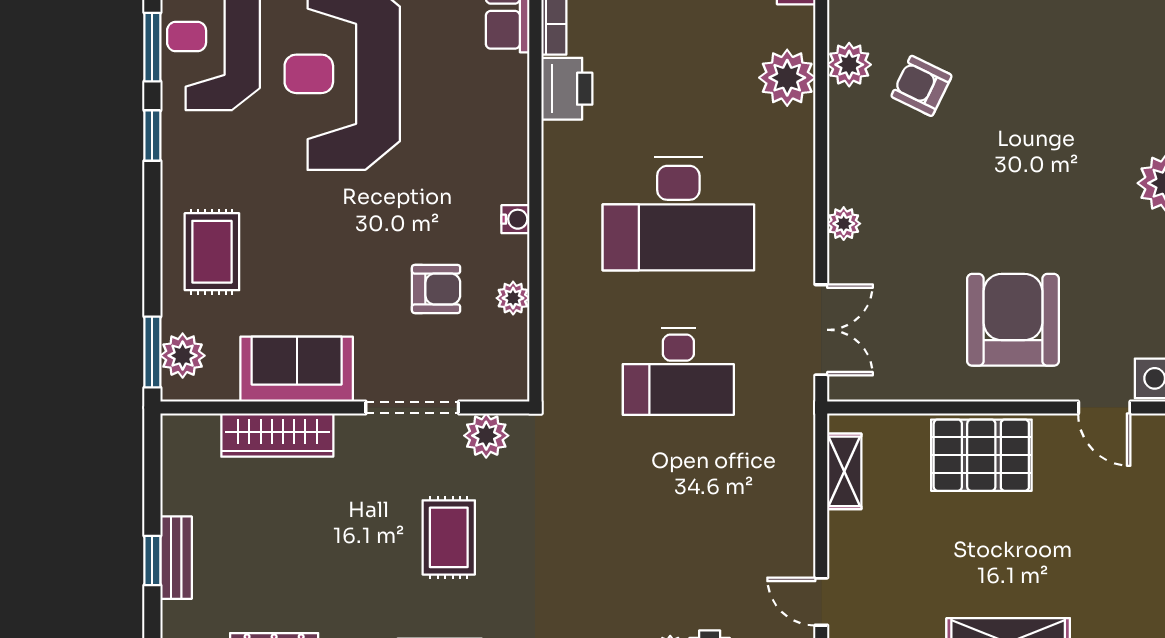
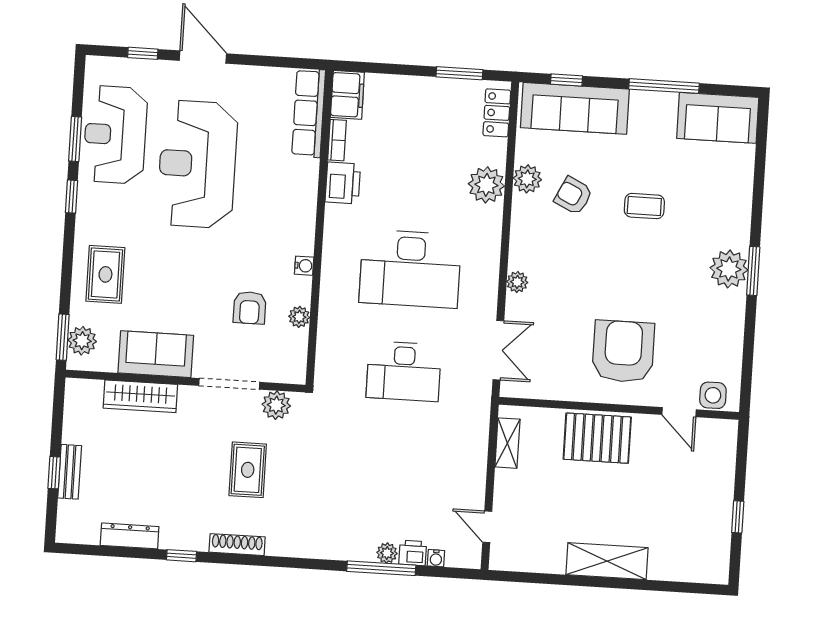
coffee table: (1031, 95) -> (644, 206), added
armchair: (436, 289) -> (250, 308), turned 90

